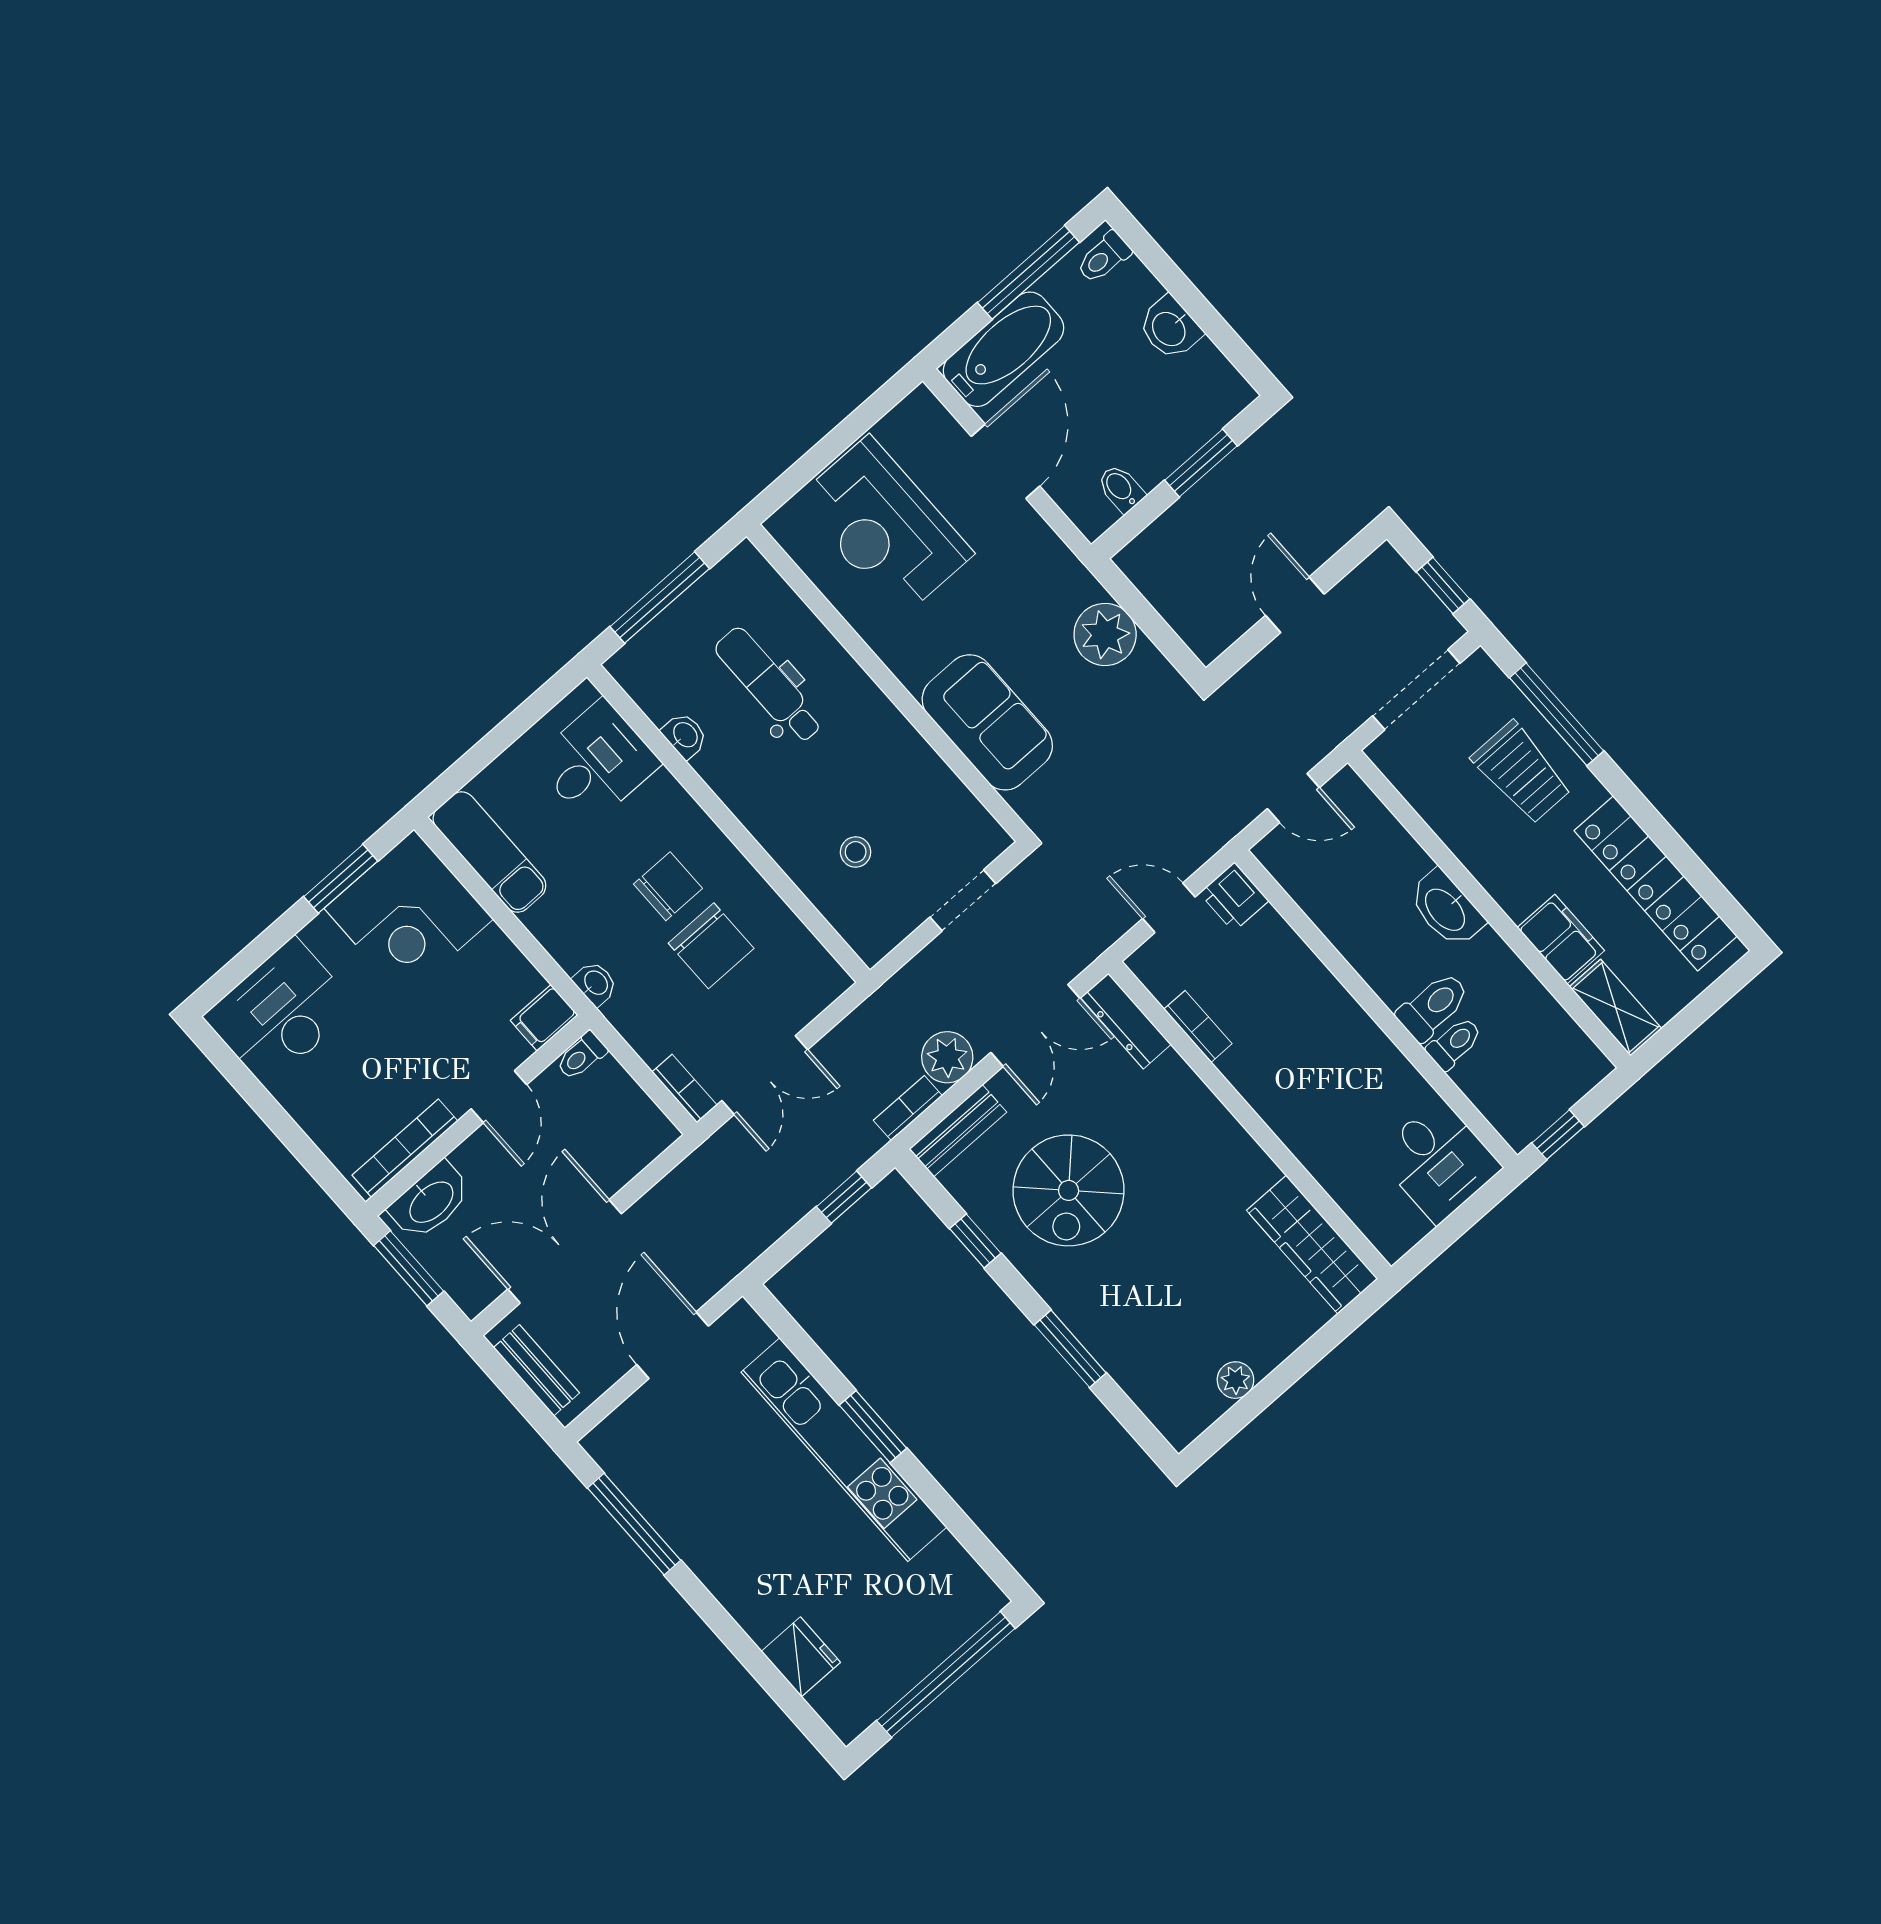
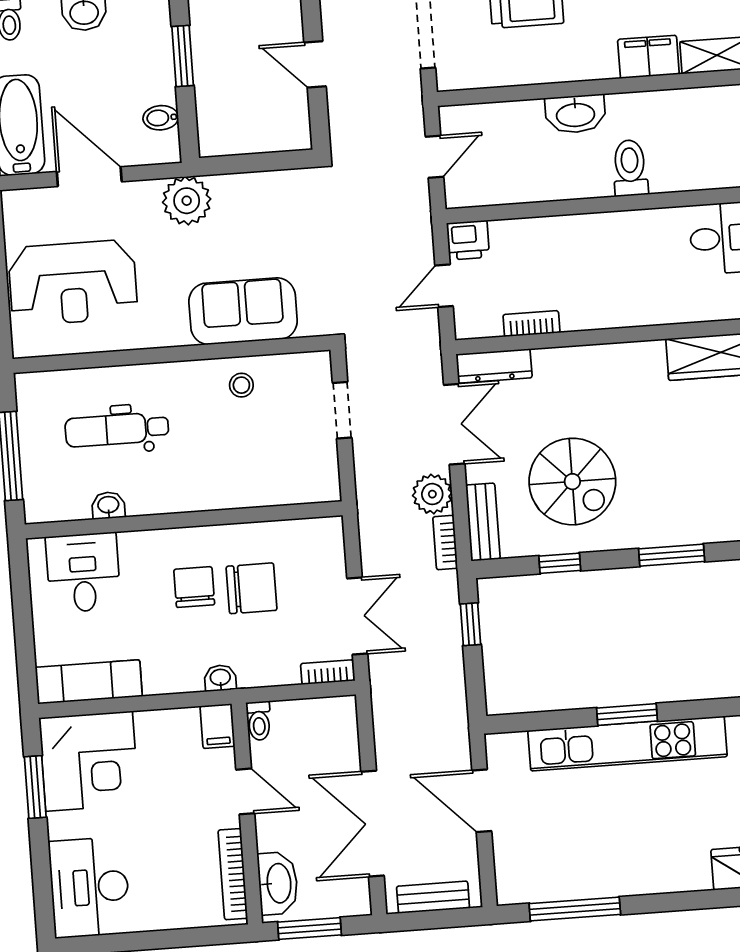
plant: (1105, 634) -> (187, 201), moved
stool: (856, 852) -> (241, 385), moved
toilet: (1454, 1043) -> (663, 172), removed

